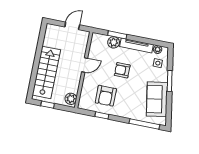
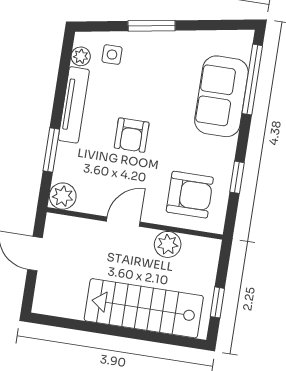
plant: (114, 42) -> (63, 196), moved
door: (85, 65) -> (123, 222), hinge flipped
armchair: (106, 96) -> (190, 195), moved
plant: (71, 99) -> (168, 244), moved
sofa: (157, 99) -> (221, 96), moved, turned 100

